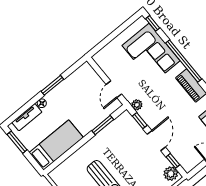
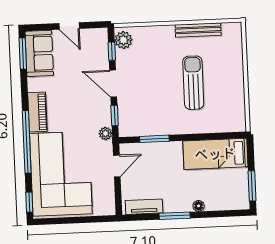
corner sofa: (151, 53) -> (61, 174), width x1.36, depth x1.36
tv unit: (27, 117) -> (144, 207), moved
door: (156, 141) -> (113, 84), hinge flipped

